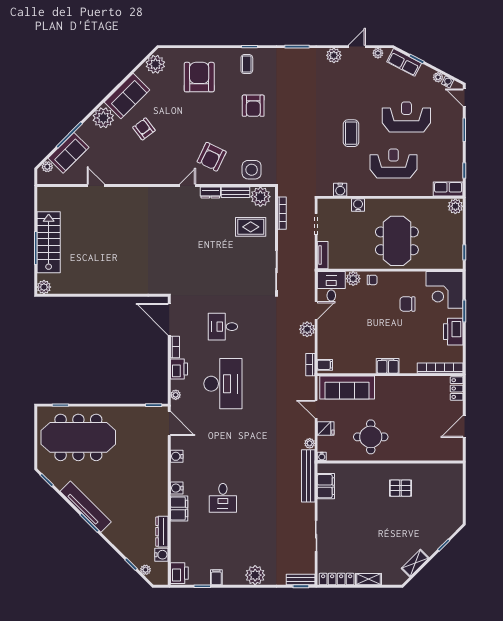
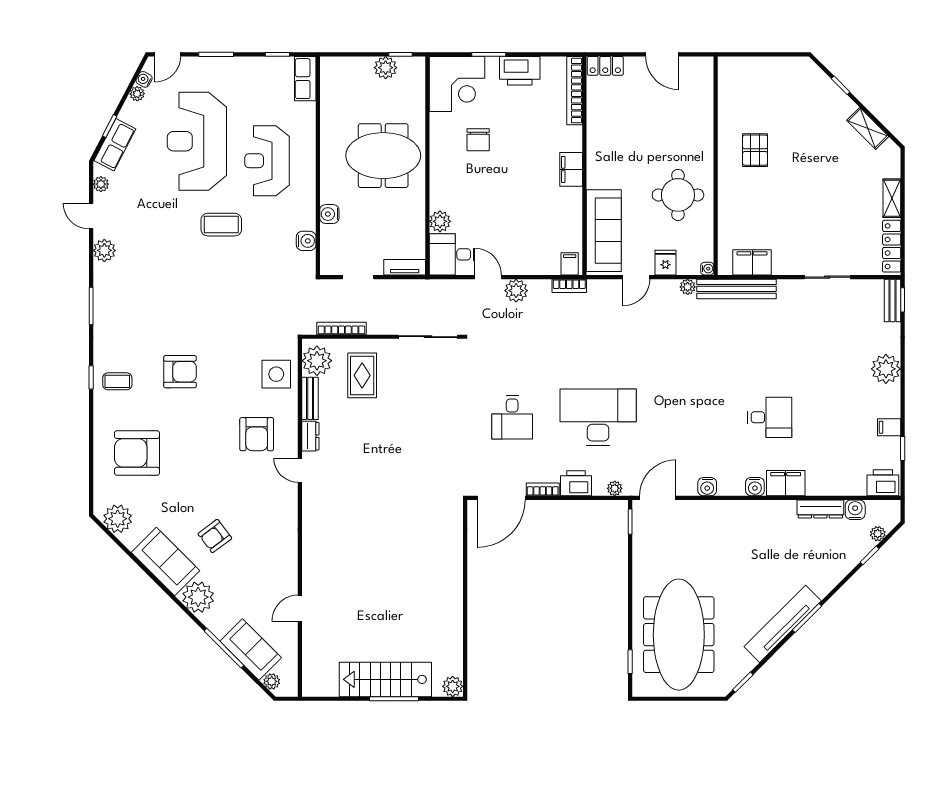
reception desk: (406, 117) -> (197, 141), width x1.36, depth x1.30
armchair: (212, 157) -> (257, 434), turned 64
plant: (455, 206) -> (386, 68), moved
chair: (372, 280) -> (442, 193), removed

